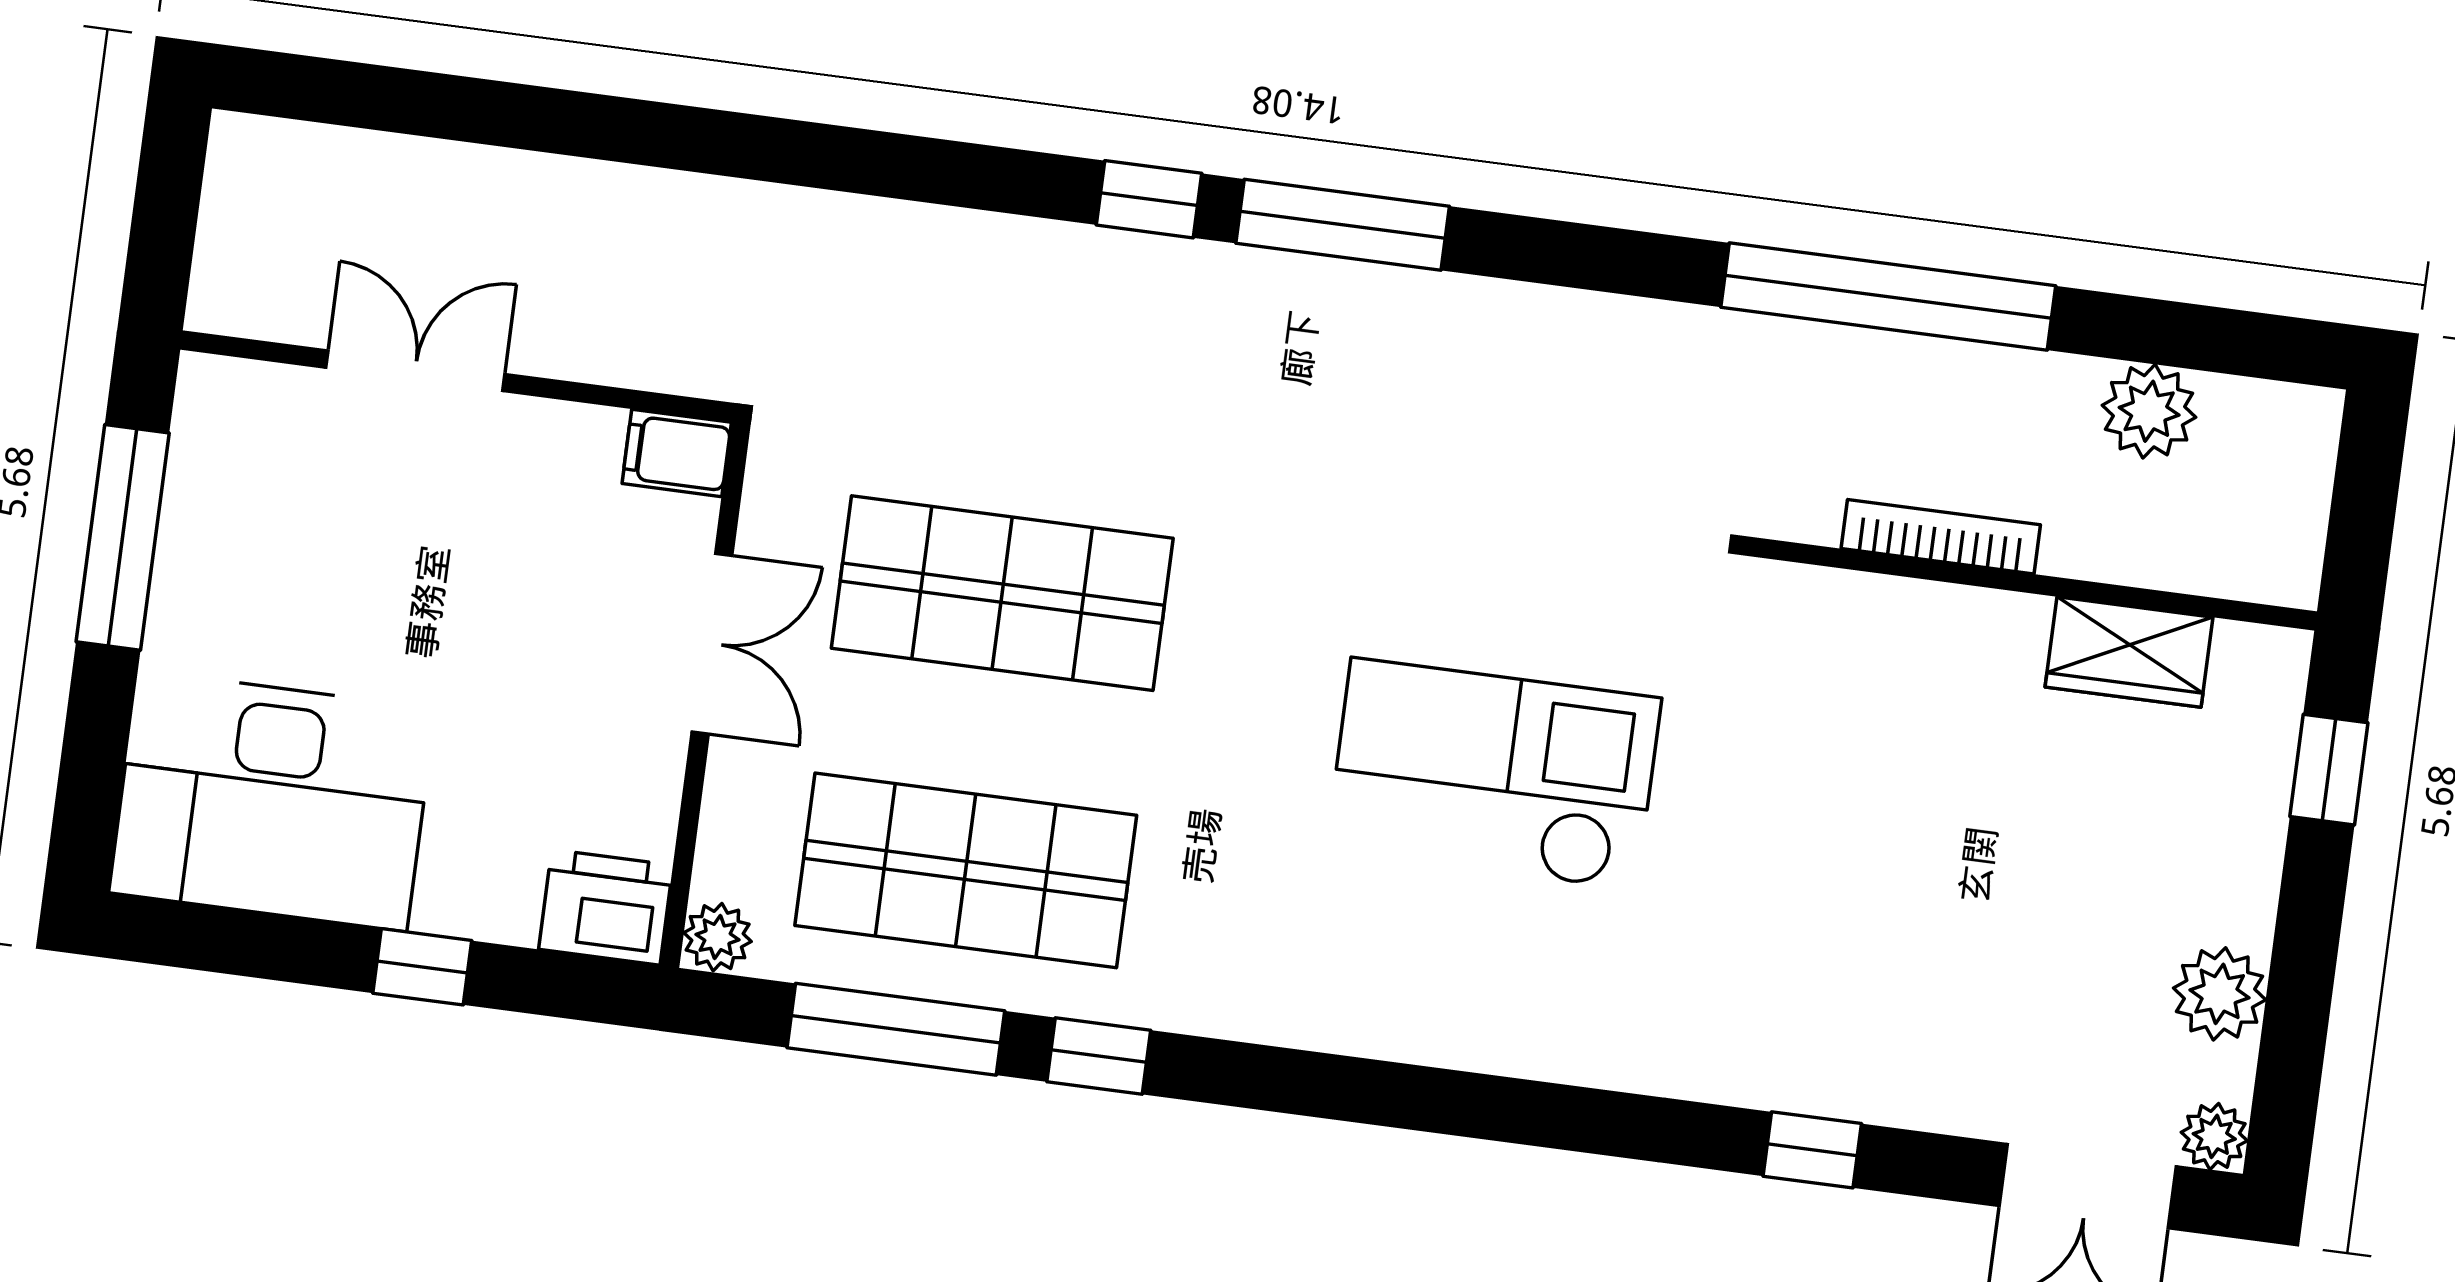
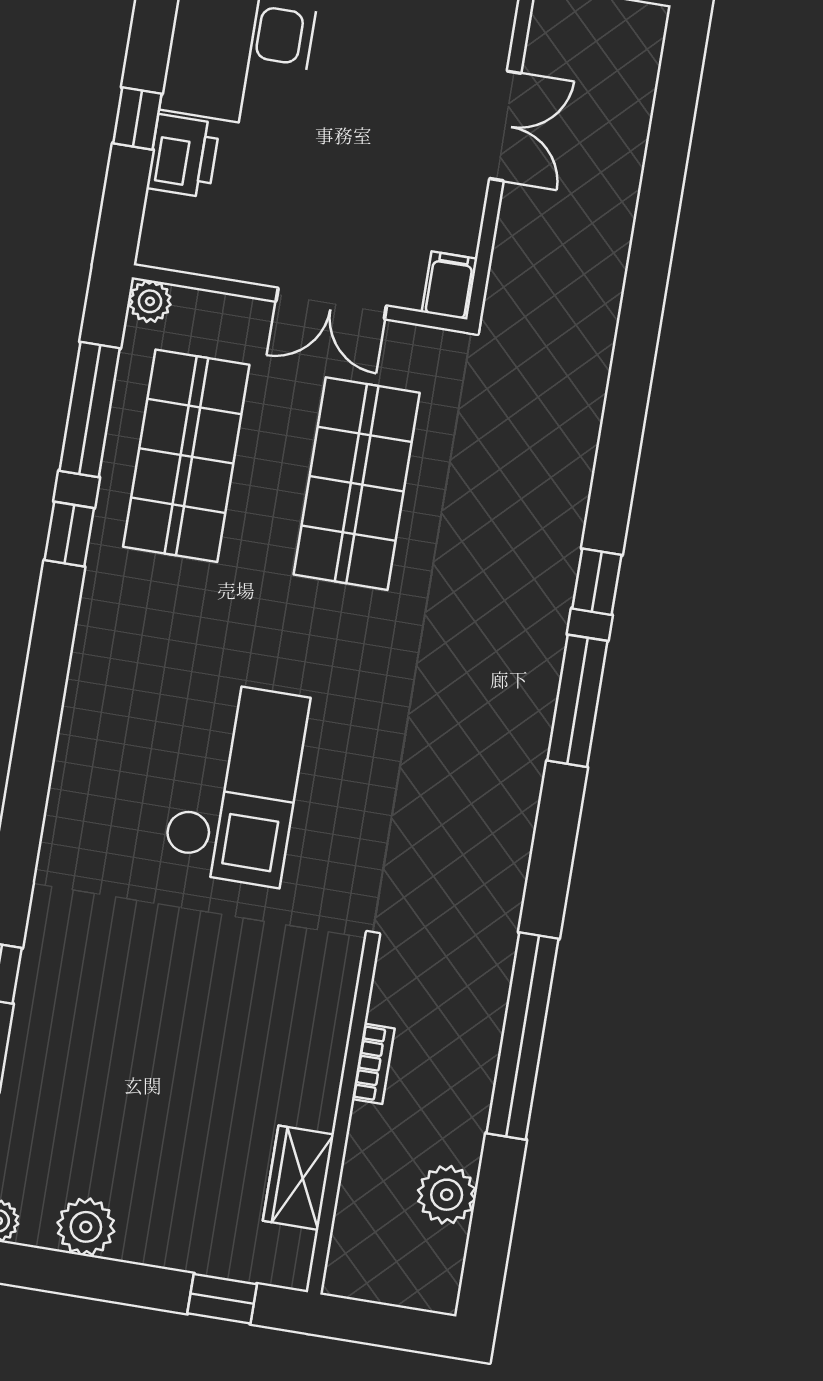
bookcase: (1941, 537) -> (373, 1064), width x0.64
printer: (606, 907) -> (183, 156), moved

